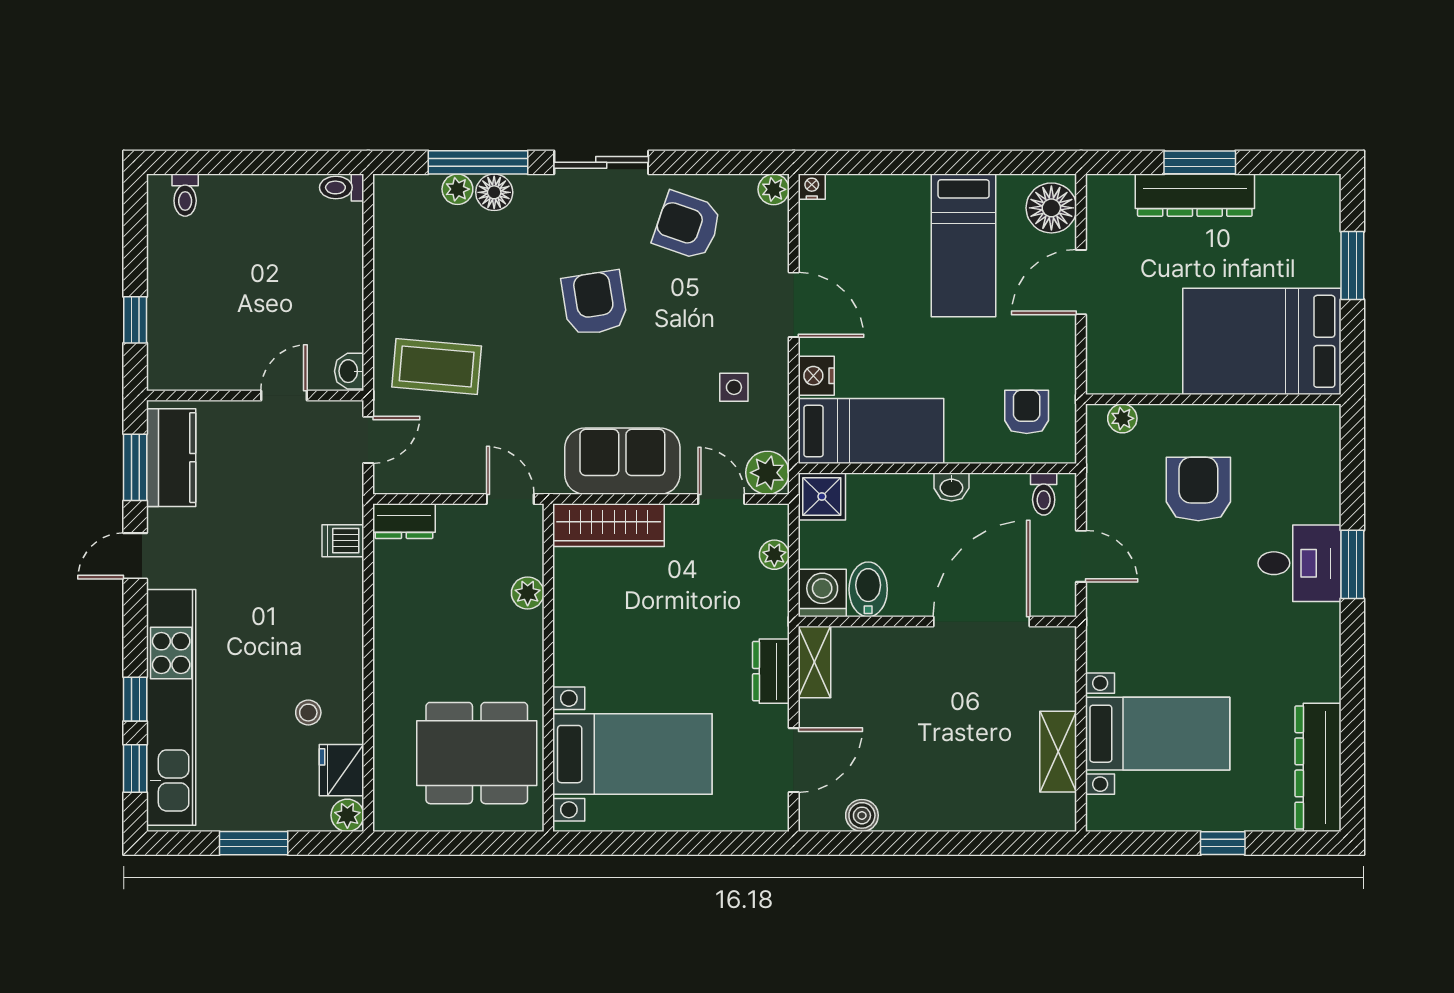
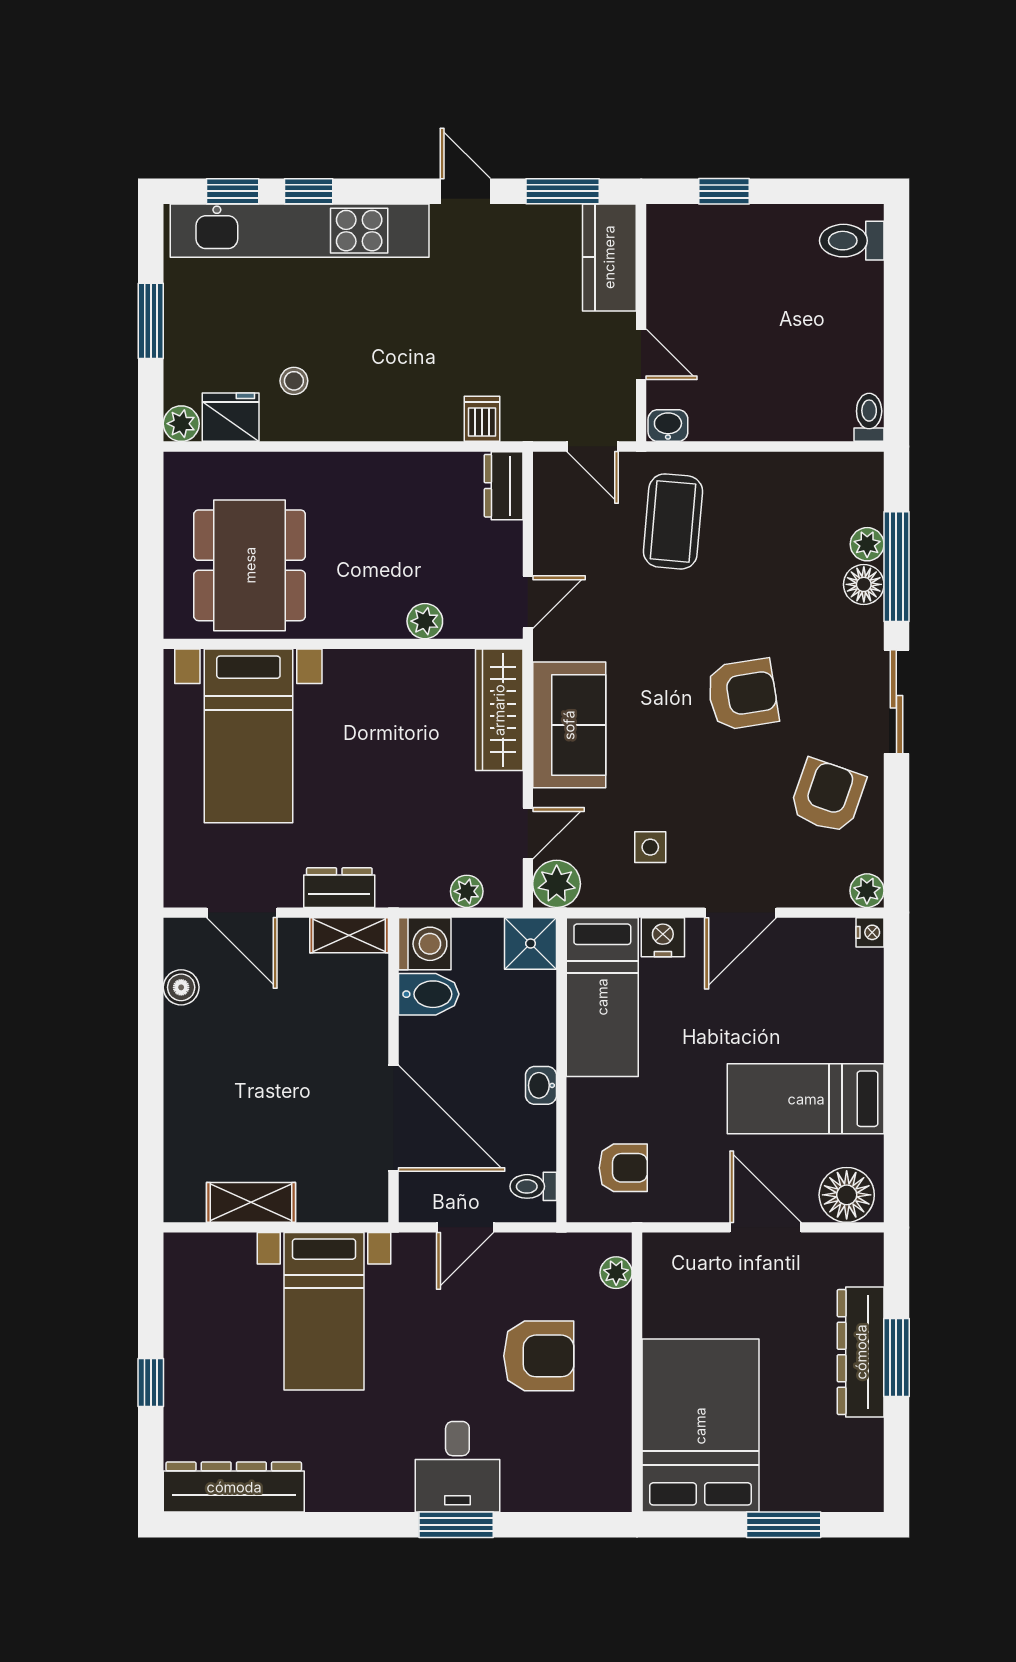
toilet: (185, 195) -> (852, 241), width x1.37, depth x1.39
kitchen counter: (171, 458) -> (609, 257), moved, turned 90
bed with nightstands: (1158, 734) -> (324, 1311), moved

